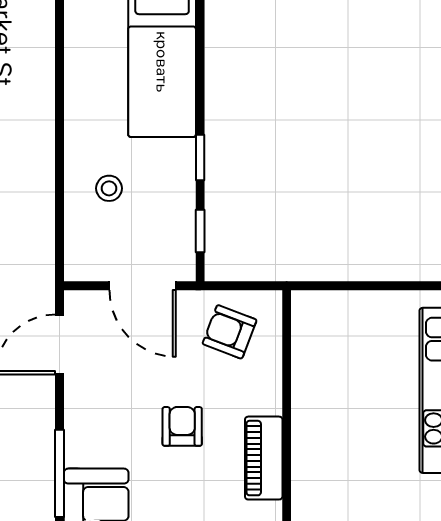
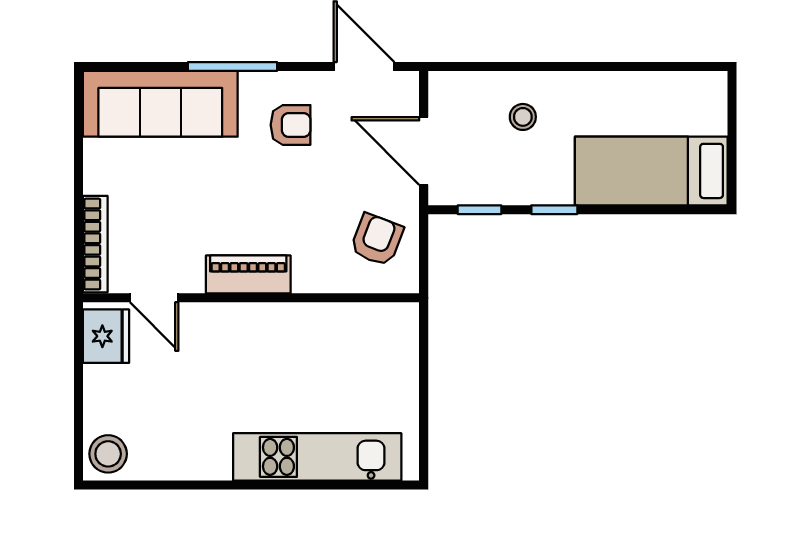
door: (143, 286) -> (424, 151), hinge flipped
armchair: (182, 426) -> (291, 125), moved

